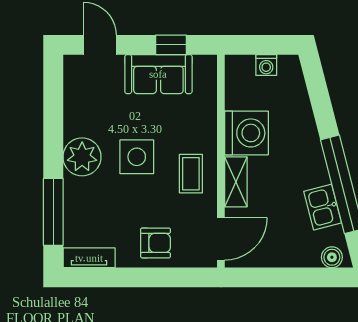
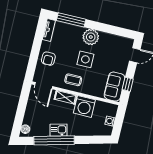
sofa: (158, 74) -> (115, 87), moved
kitchen sink: (323, 207) -> (59, 130), moved

